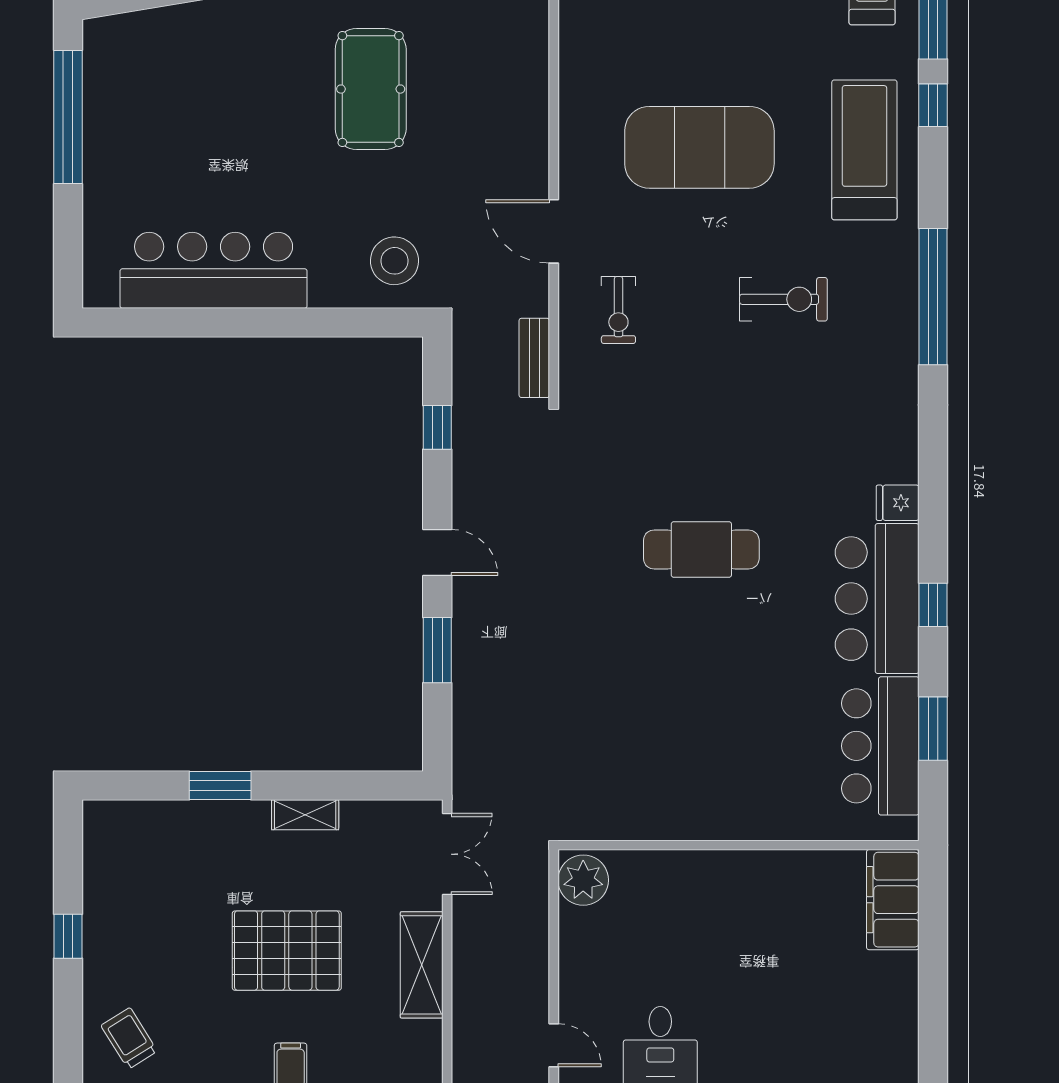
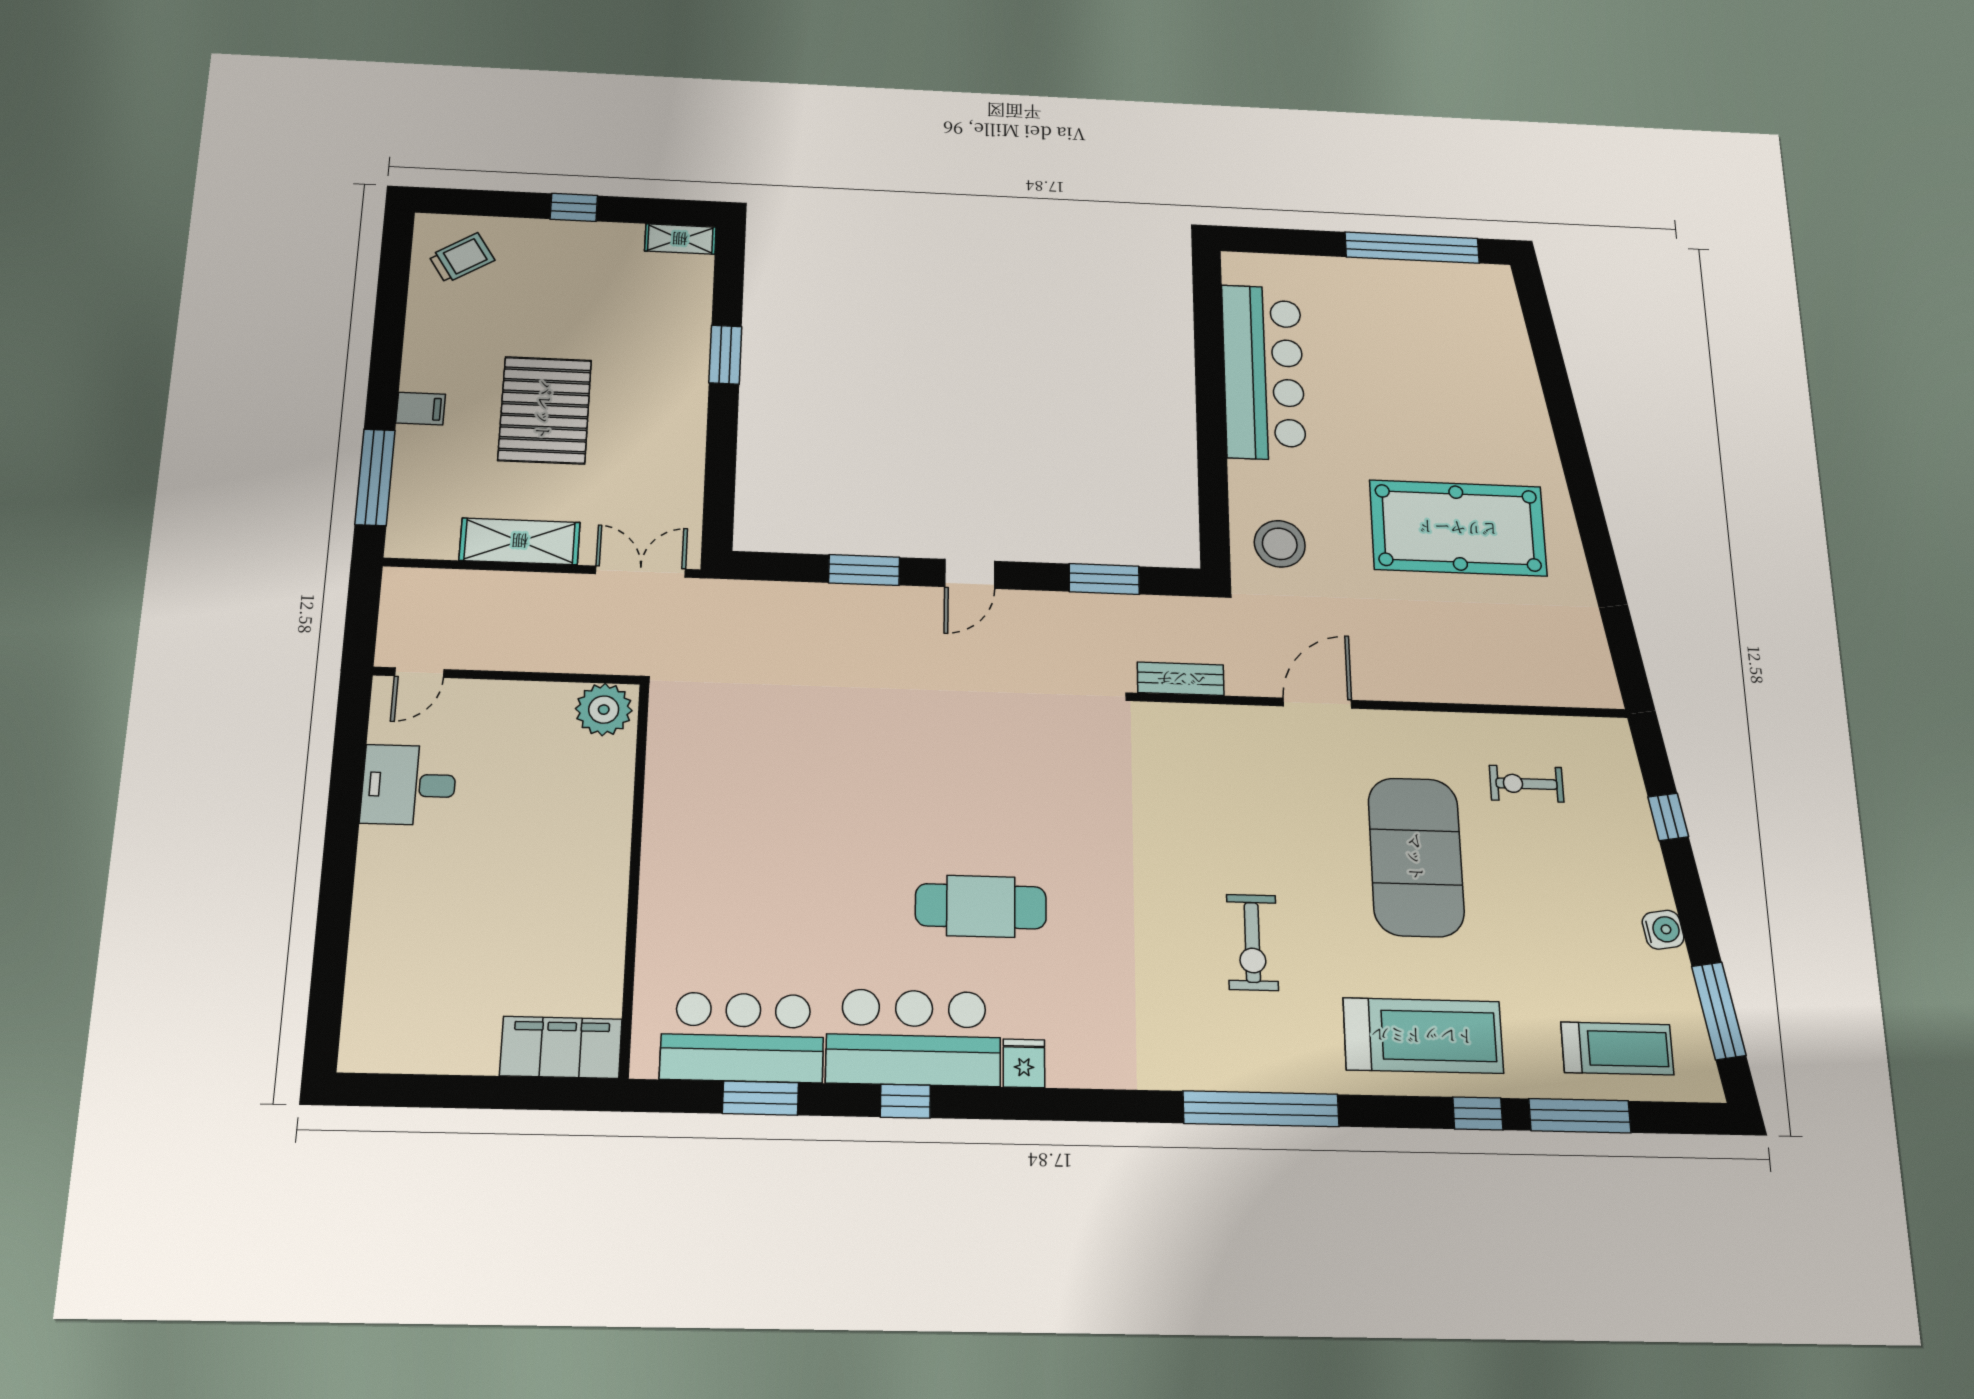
pool table: (371, 89) -> (1458, 528), width x1.36, depth x1.32
exercise bike: (618, 310) -> (1527, 784), moved
window: (437, 427) -> (1104, 579), width x1.50
cafe table: (701, 550) -> (981, 906), moved, turned 90
shelving: (305, 815) -> (680, 239), moved, turned 90
double door: (447, 854) -> (641, 572), swing flipped

